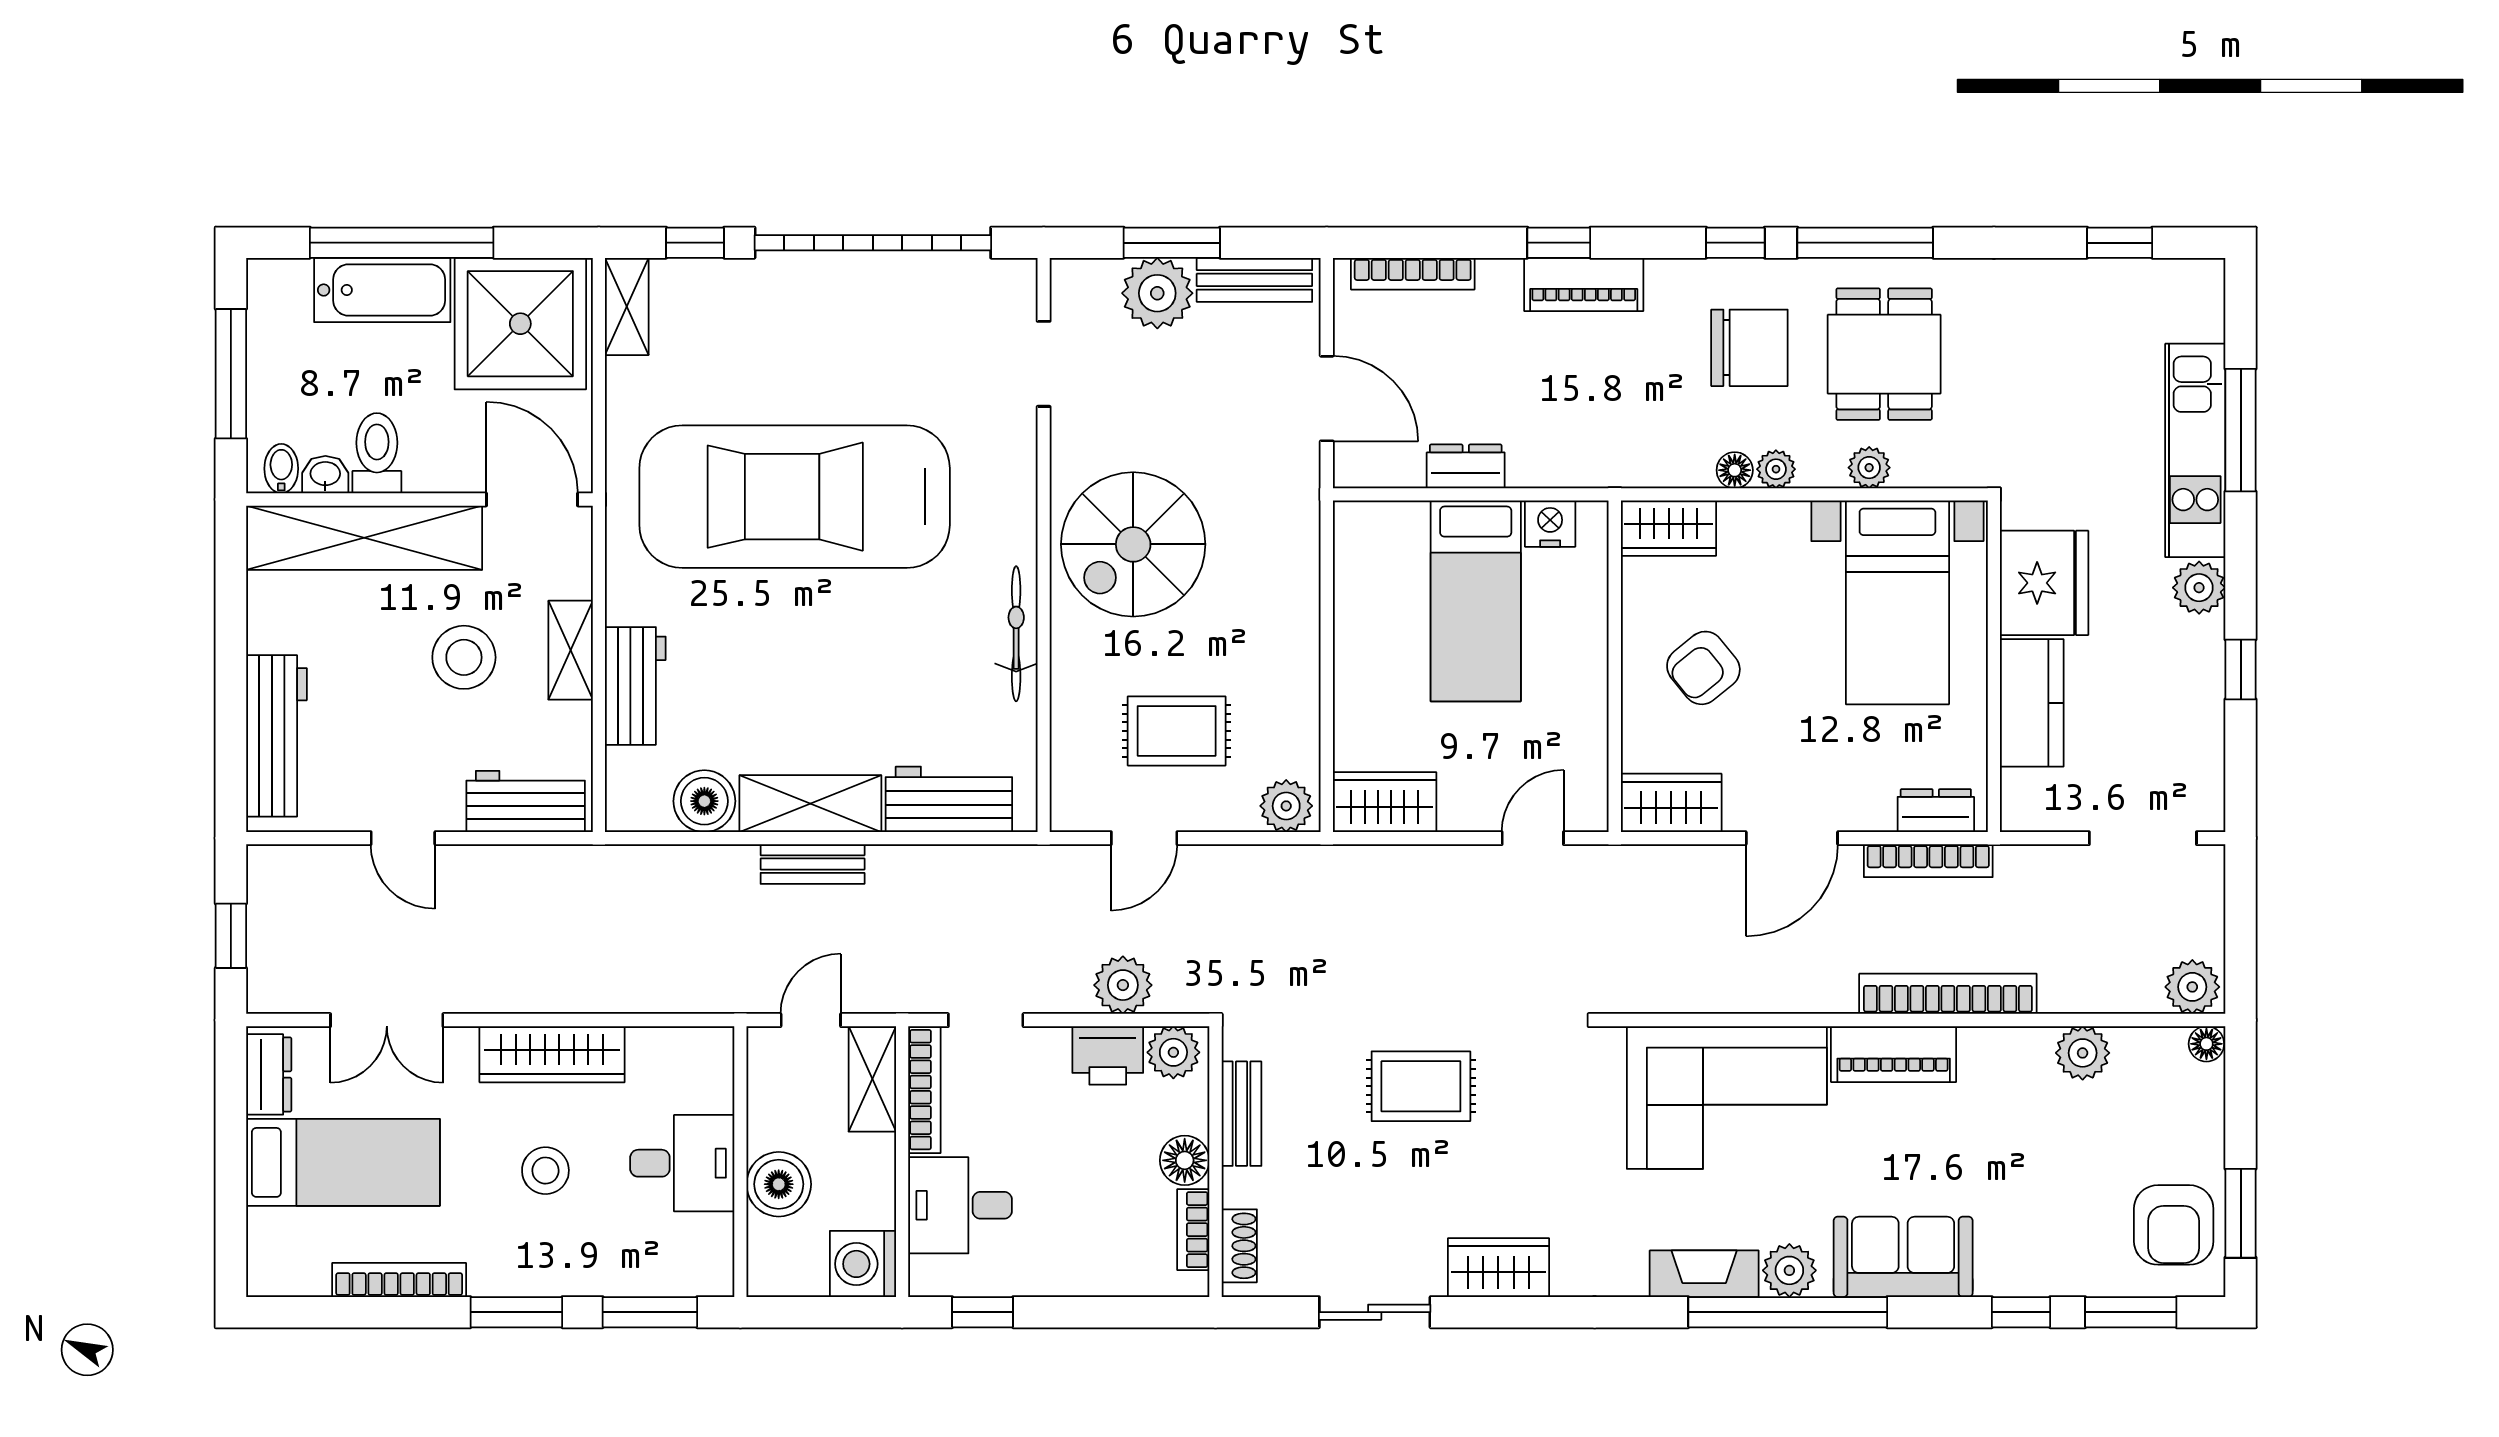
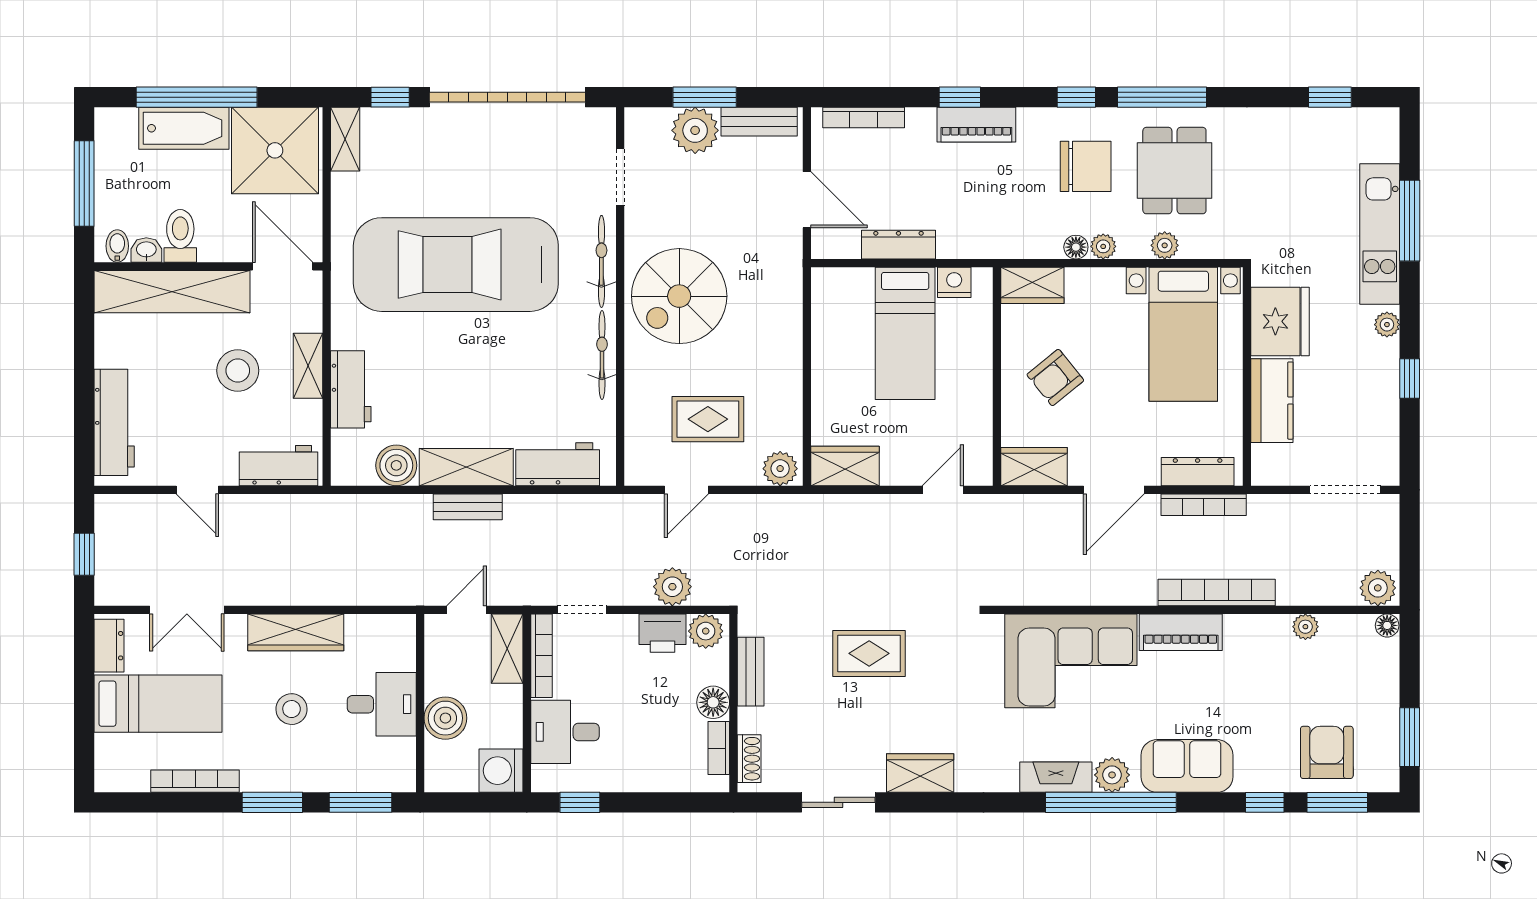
dresser: (1466, 466) -> (898, 245), width x1.44
bicycle: (1015, 492) -> (601, 261), added
plant: (2199, 588) -> (1387, 325), width x0.73, depth x0.73
dresser: (1936, 811) -> (1198, 472), width x1.44
plant: (2083, 1053) -> (1305, 627), width x0.73, depth x0.73
armchair: (2174, 1225) -> (1327, 752), moved, turned 180

